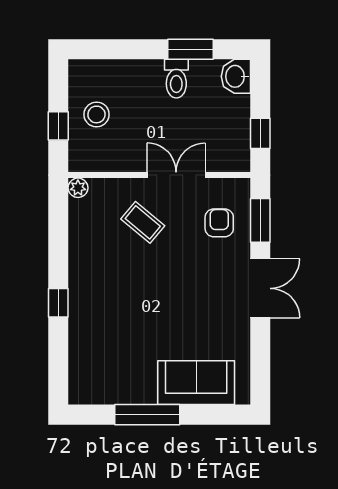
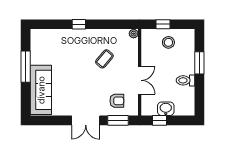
window: (191, 49) -> (199, 63), moved
washbasin: (236, 76) -> (166, 109), moved
coffee table: (143, 222) -> (104, 59), moved
sofa: (196, 383) -> (41, 90), width x1.36

